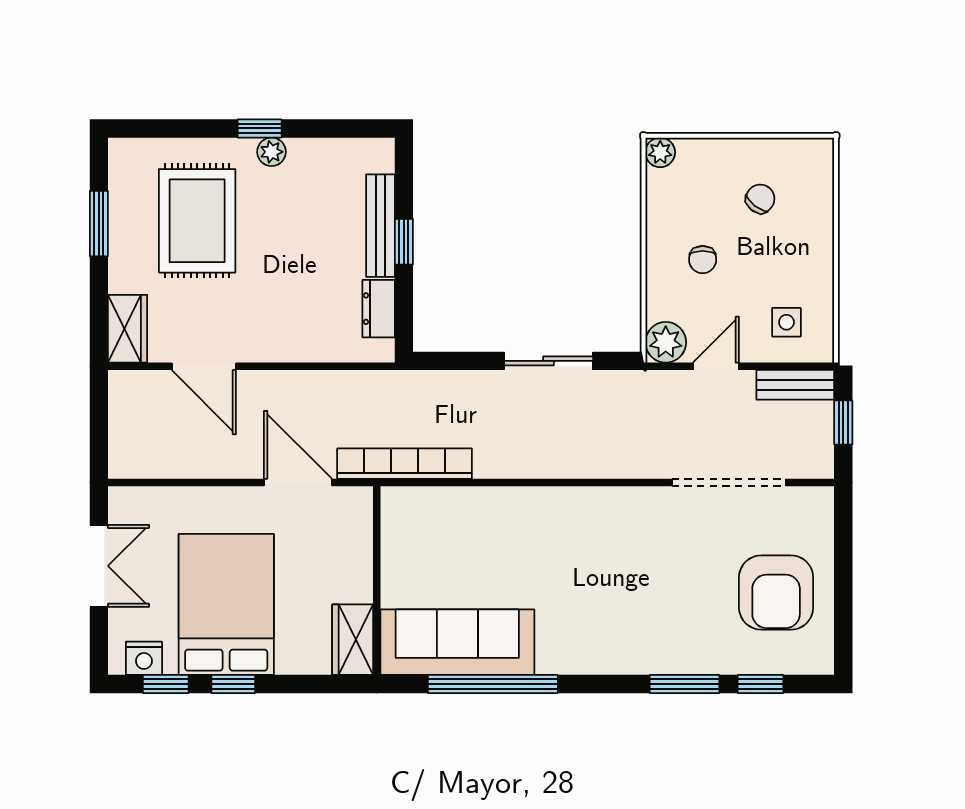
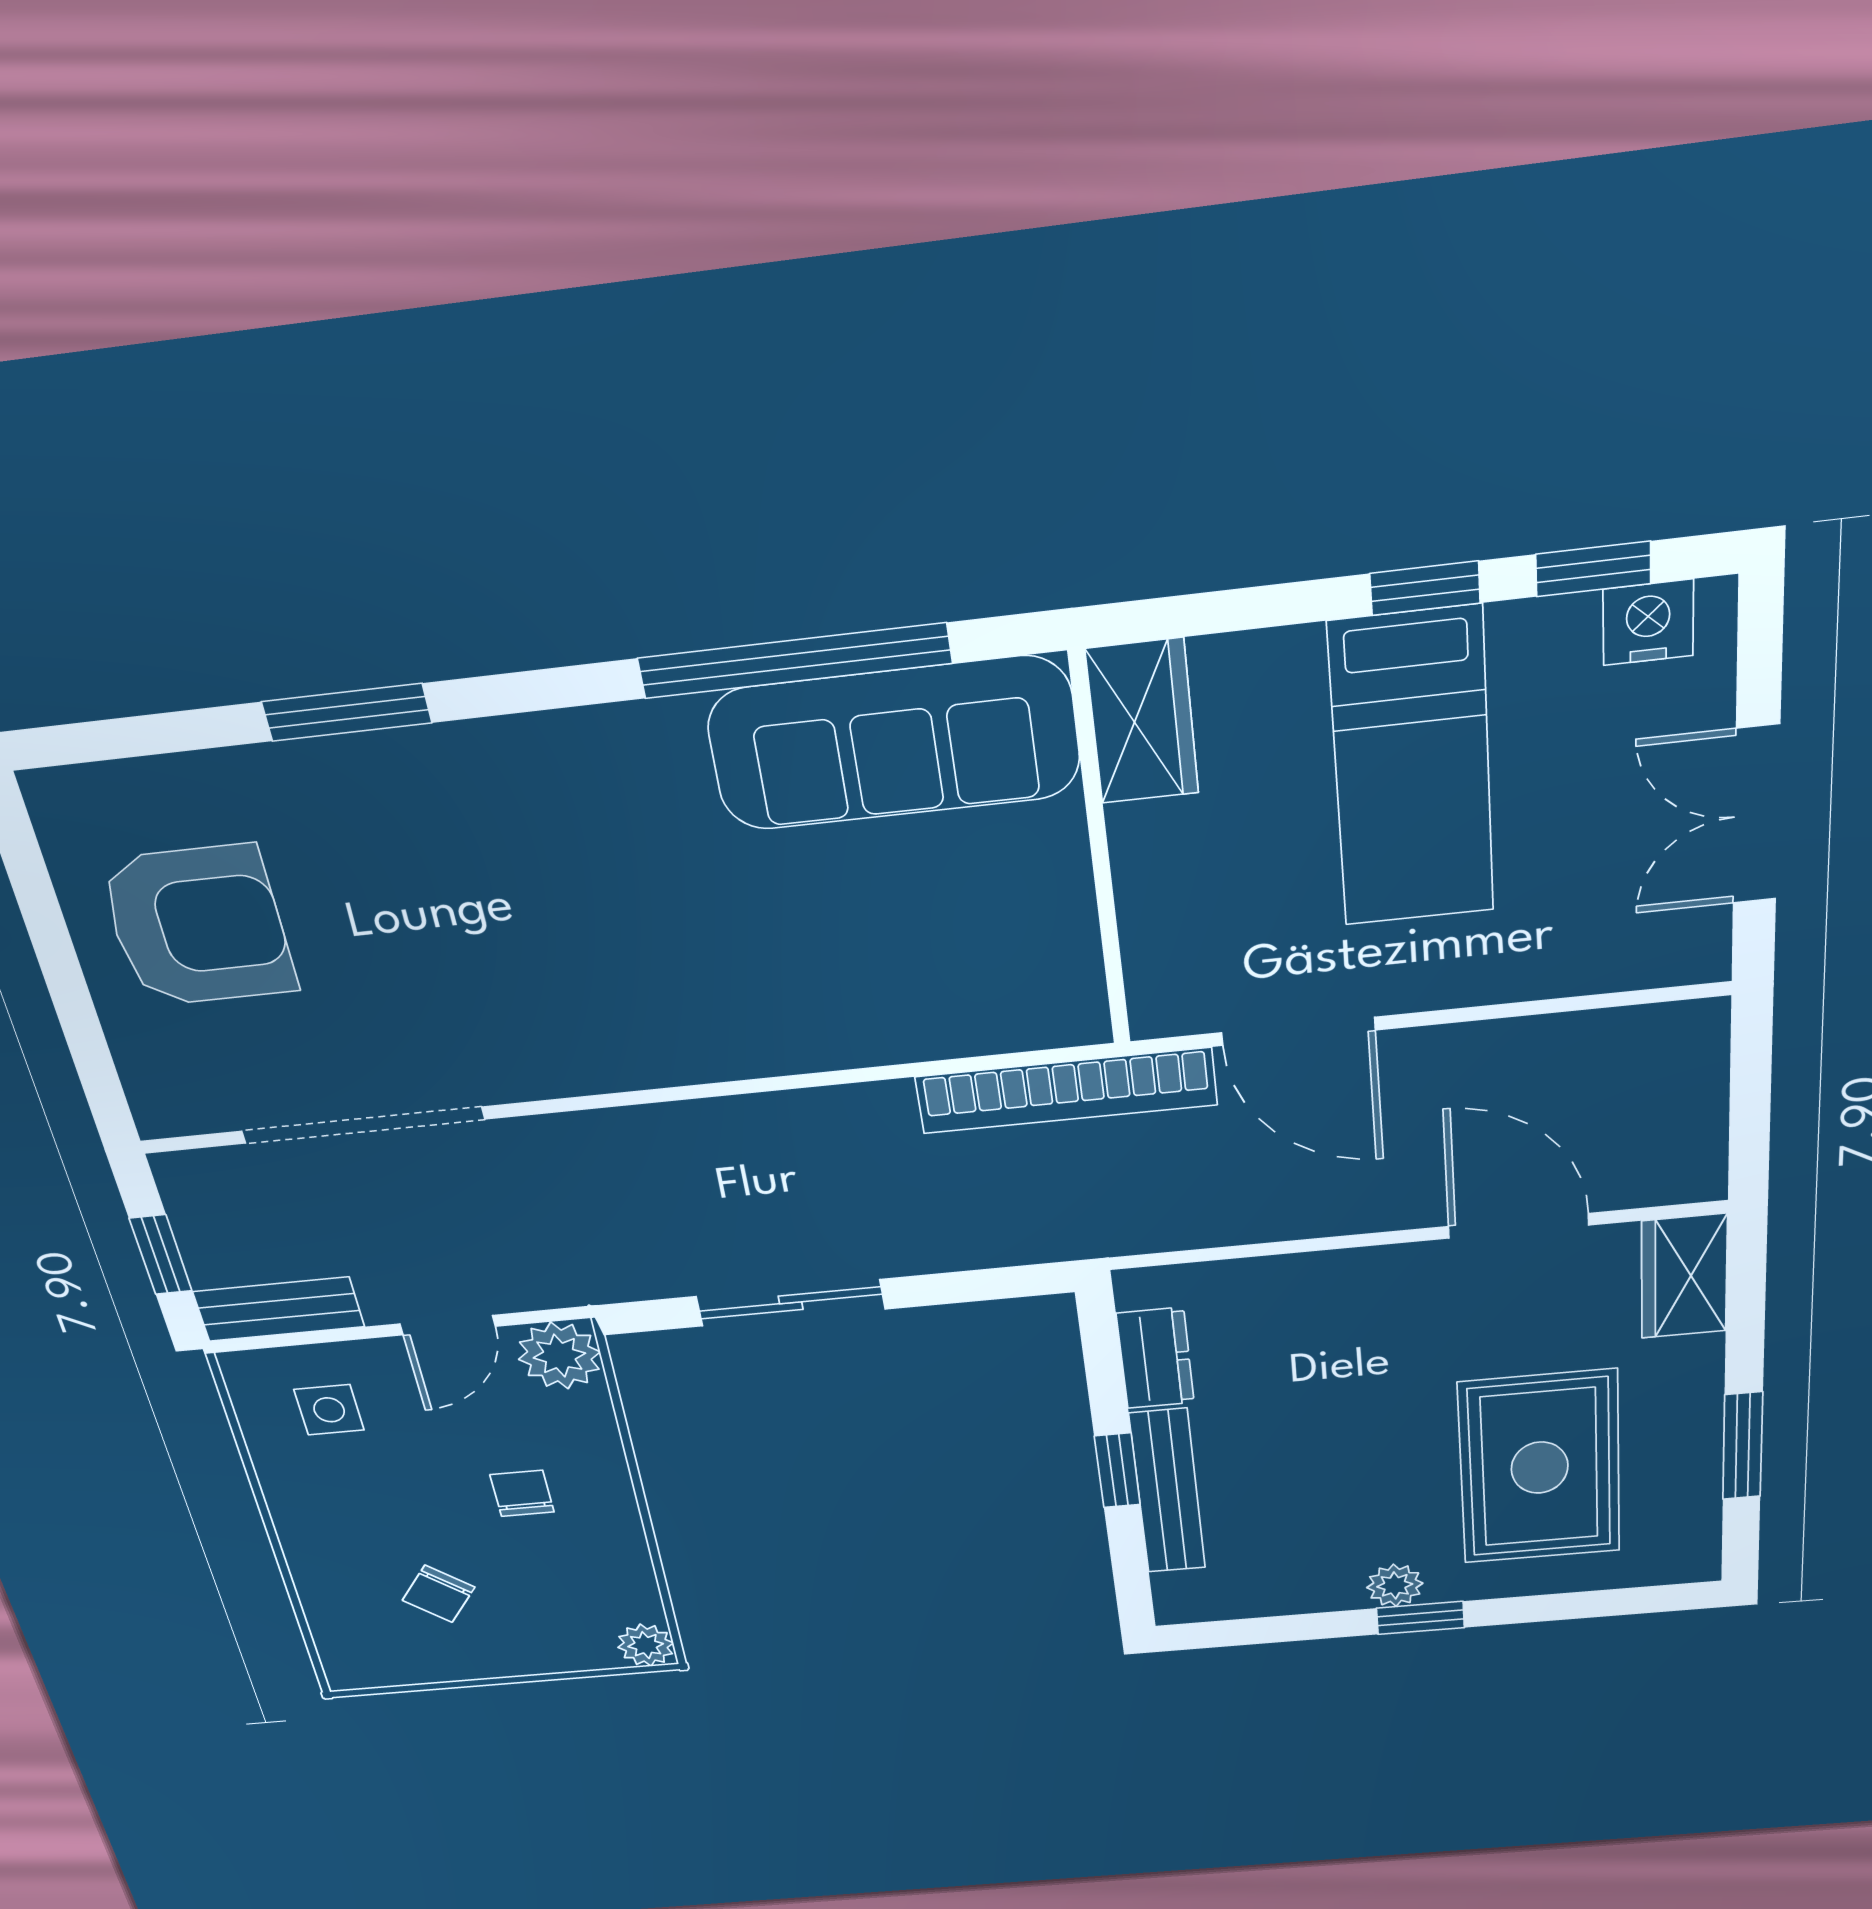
armchair: (776, 592) -> (198, 926), turned 90
bed: (226, 604) -> (1412, 769), width x0.67
window: (760, 684) -> (173, 732), removed

